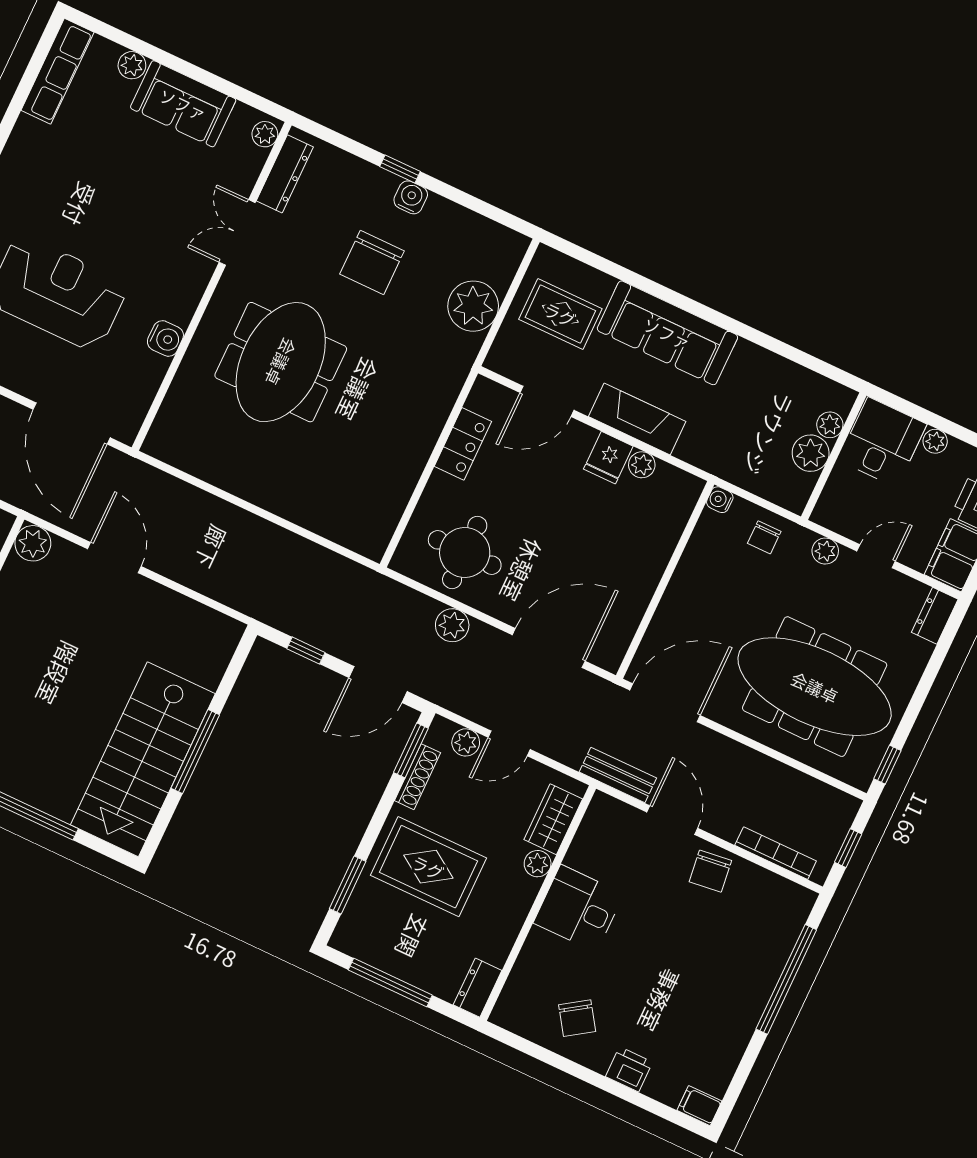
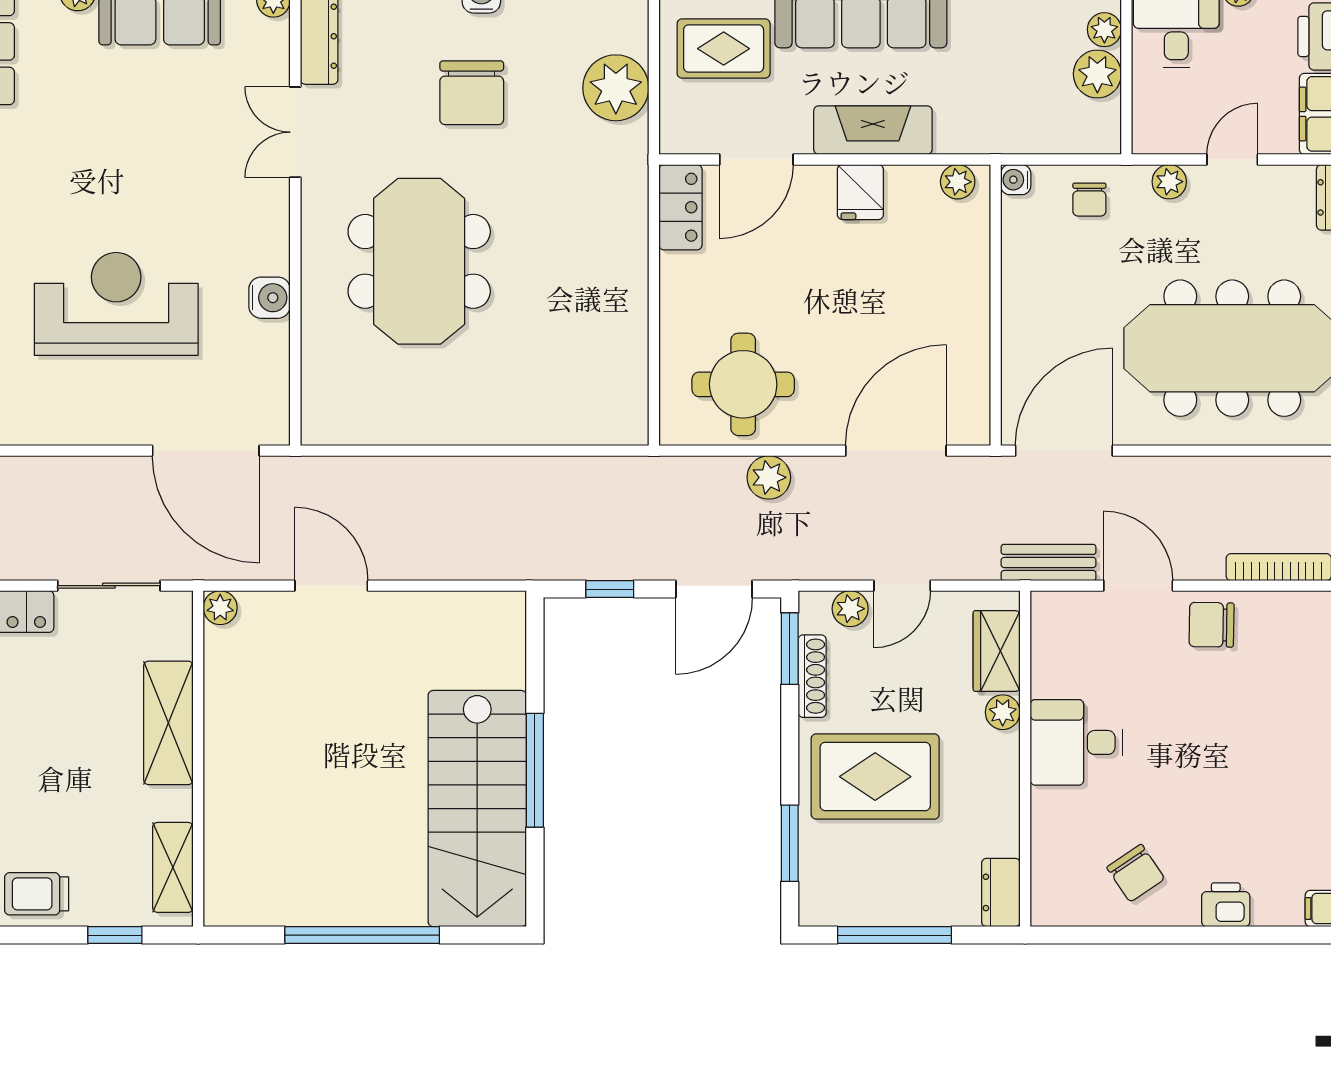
locker: (463, 444) -> (680, 207), moved
plant: (642, 465) -> (958, 182), moved
plant: (33, 543) -> (220, 608), width x0.73, depth x0.73
chair: (710, 871) -> (1212, 625), turned 98

